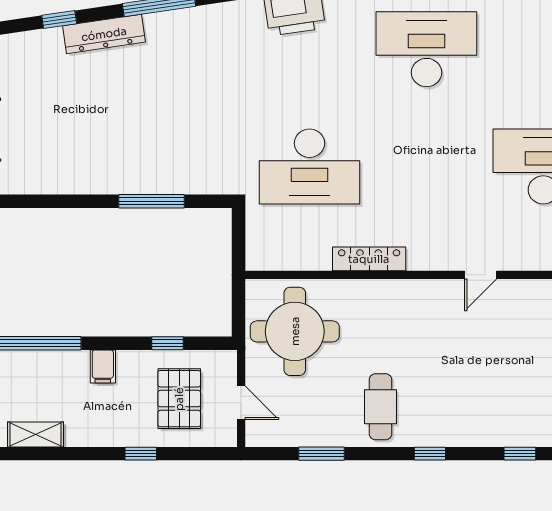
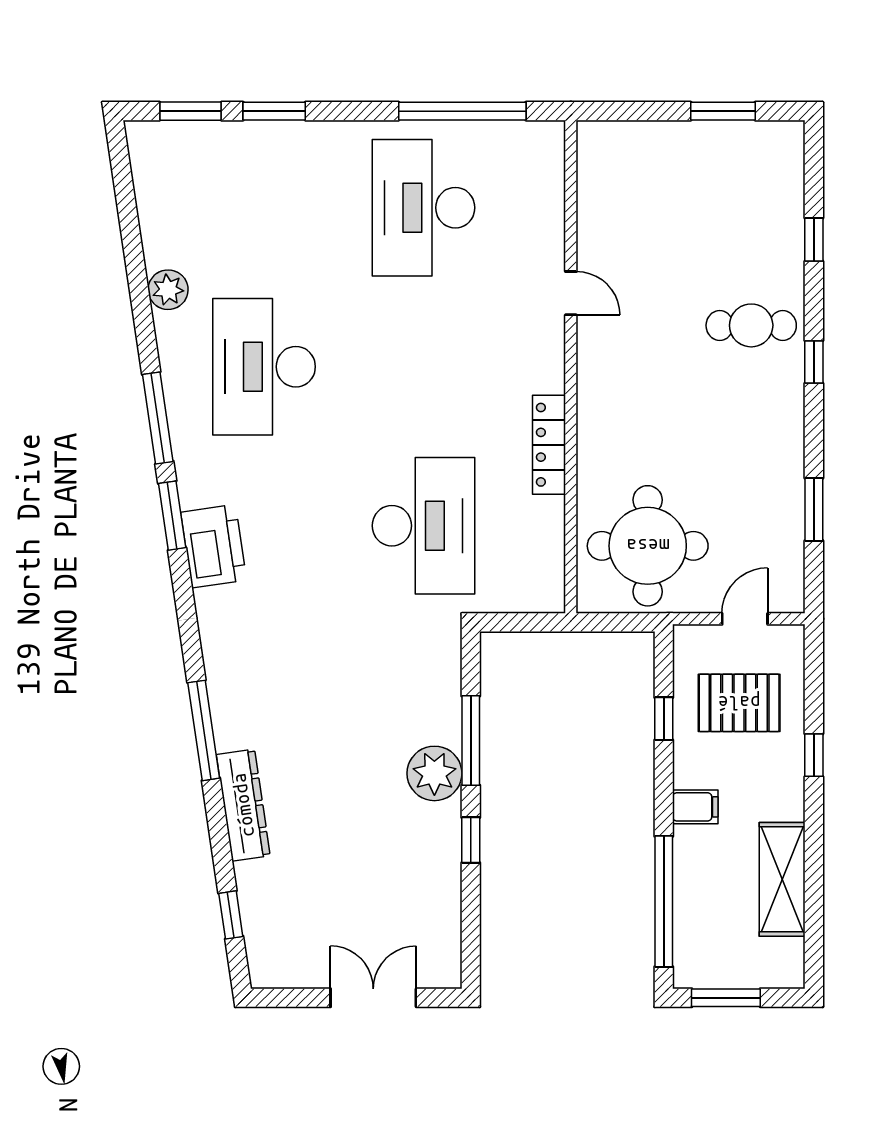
window: (59, 20) -> (231, 915), moved
plant: (127, 175) -> (434, 773), added
window: (78, 201) -> (471, 840), added
cafe table: (380, 407) -> (751, 325), moved
shelving: (35, 435) -> (782, 879), width x1.50, depth x1.33

